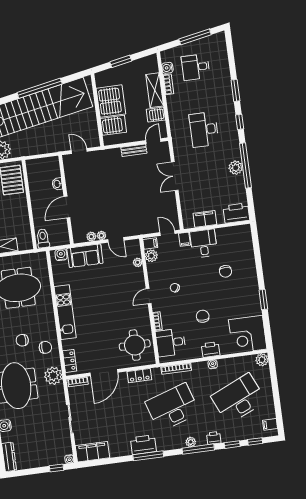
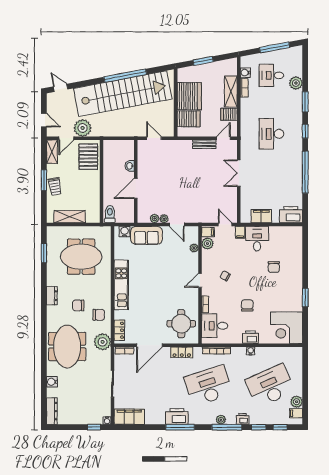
plant: (236, 168) -> (296, 83), moved
plant: (262, 360) -> (297, 402), moved

